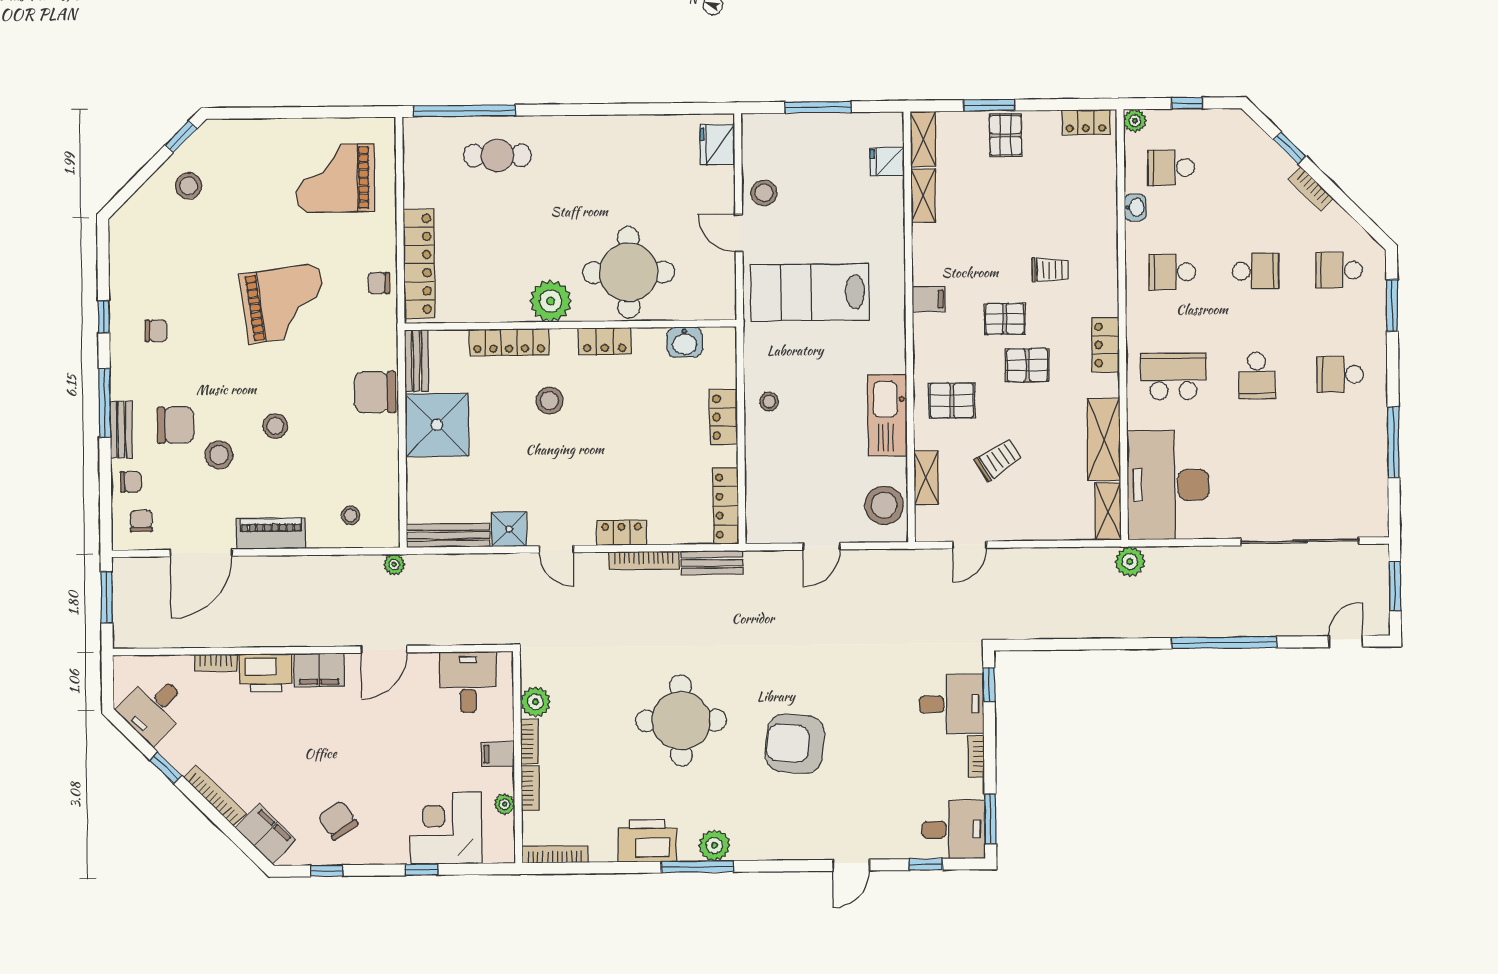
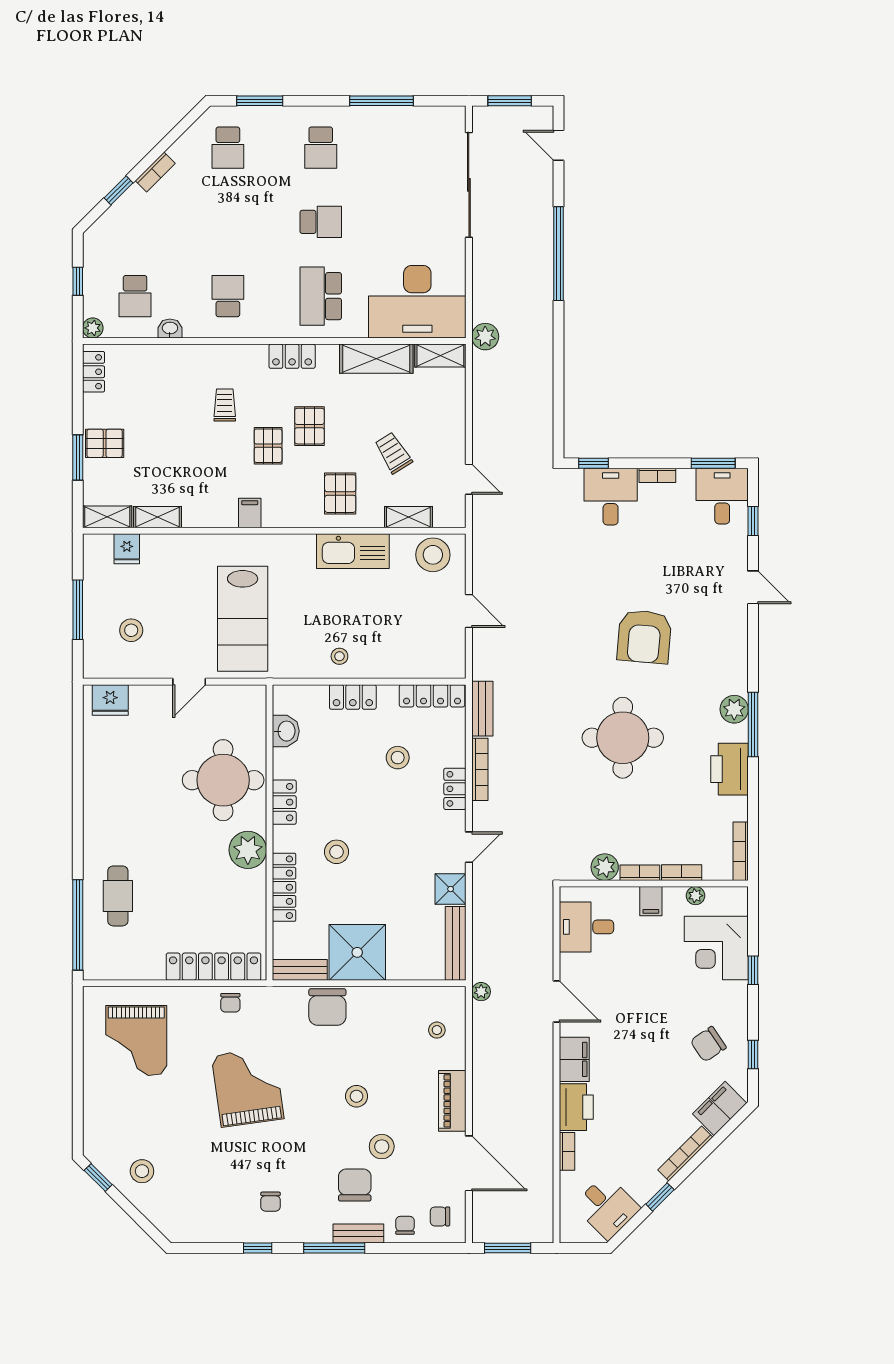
stool: (764, 193) -> (131, 630), moved
school desk: (1256, 271) -> (228, 222), removed
school desk: (1172, 272) -> (228, 296), turned 180
chair: (156, 331) -> (271, 1202), turned 180
stool: (656, 468) -> (398, 758), added

